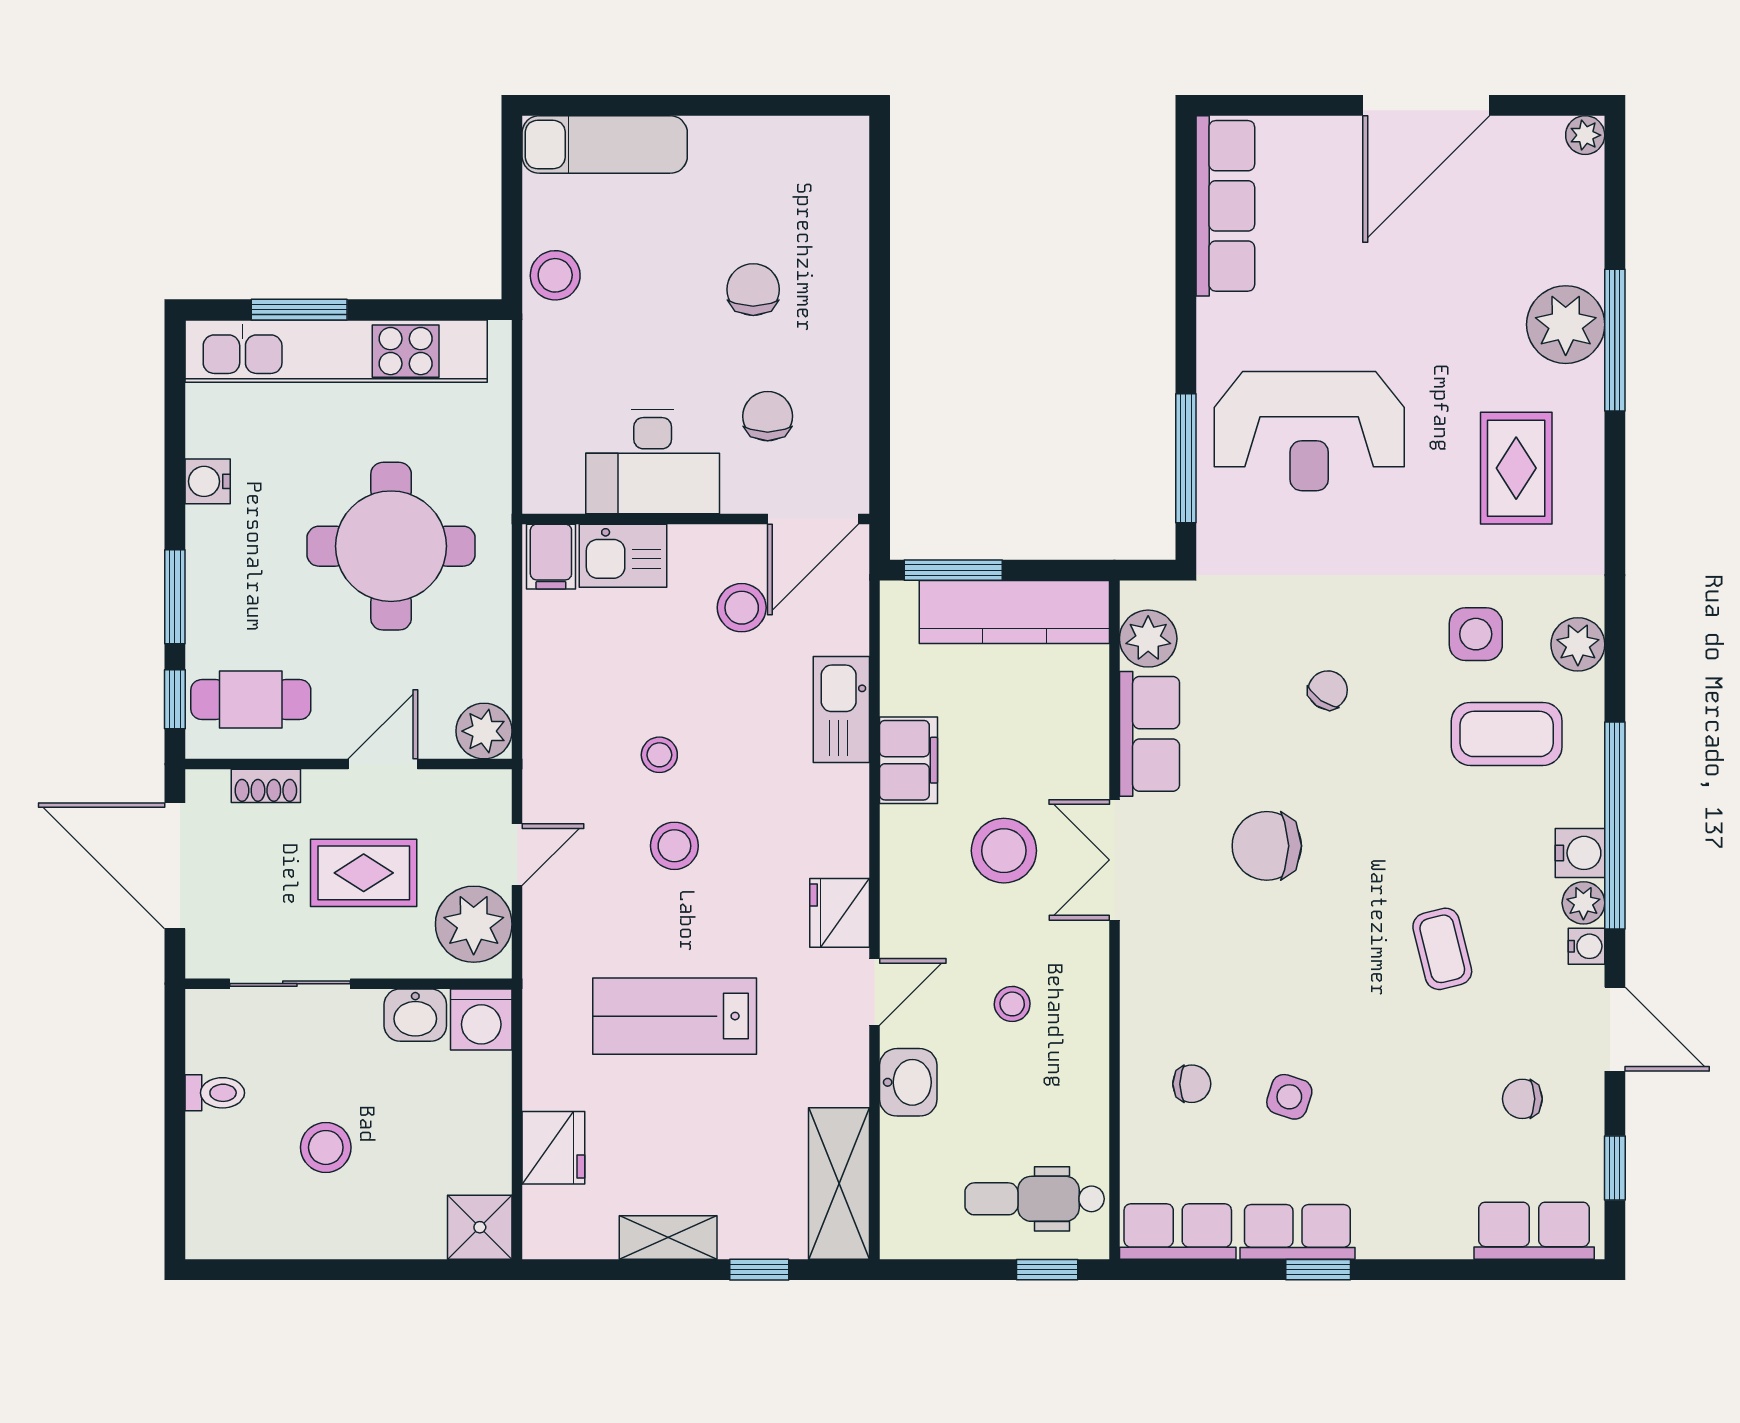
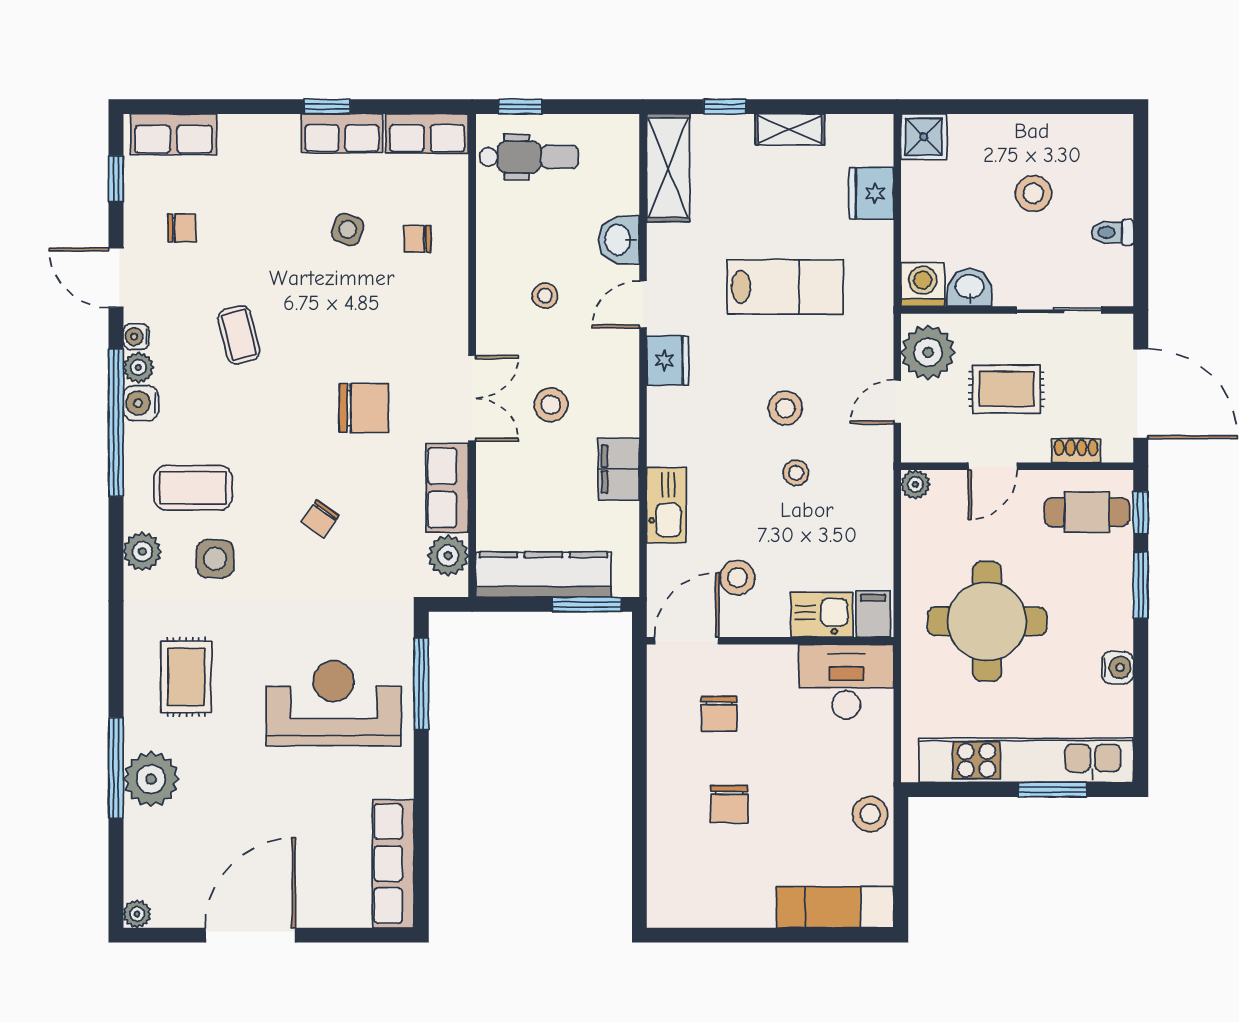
desk: (653, 461) -> (846, 682), moved
plant: (484, 731) -> (915, 484), width x0.73, depth x0.73
stool: (1004, 851) -> (551, 405), width x0.73, depth x0.73

